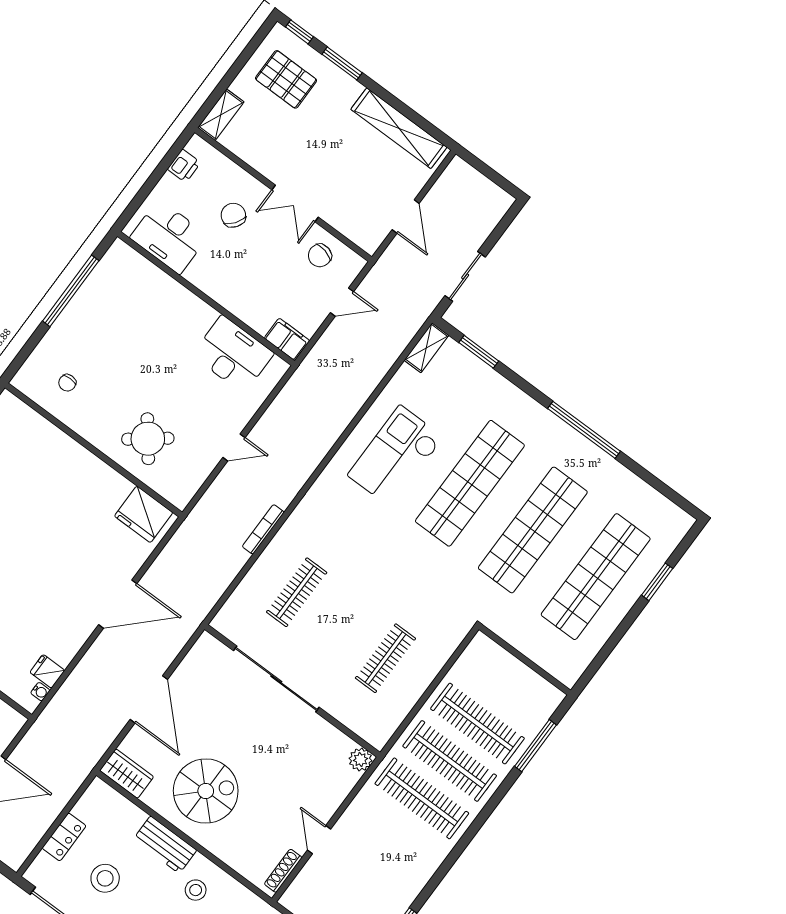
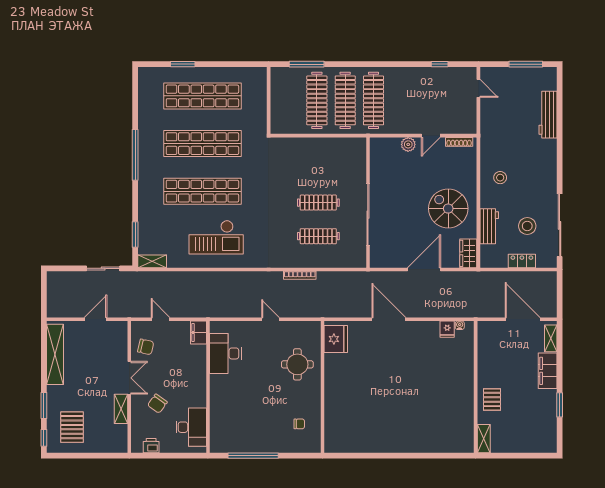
shelving: (221, 115) -> (121, 409), moved, turned 90
round table: (148, 439) -> (297, 364), turned 38
clothes rail: (385, 658) -> (318, 203), moved
plant: (361, 760) -> (408, 144), moved
workbench: (165, 845) -> (489, 226), moved

